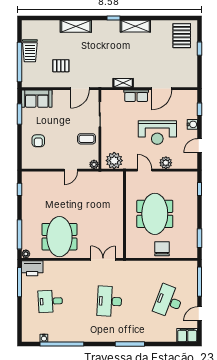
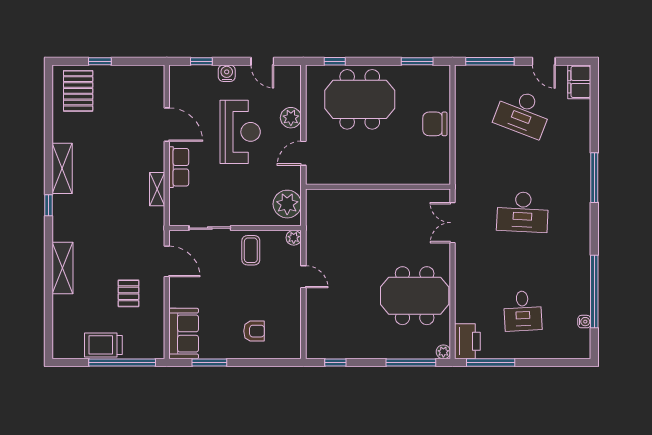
pallet: (182, 36) -> (78, 91), turned 90
trolley: (30, 51) -> (103, 345), turned 180
meeting table: (155, 214) -> (360, 99), moved

